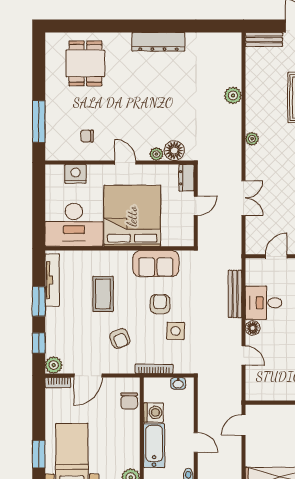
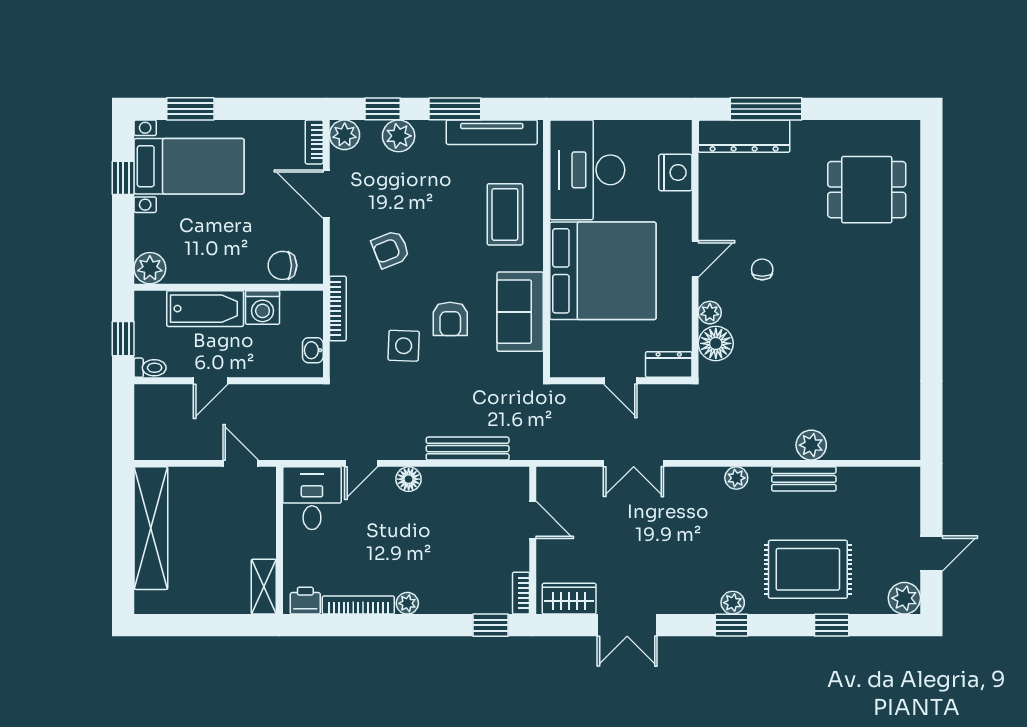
bench: (264, 39) -> (804, 479), moved, turned 90
dresser: (158, 42) -> (744, 136), moved, turned -90
chair: (87, 136) -> (762, 269), moved
coffee table: (103, 294) -> (505, 214), moved, turned 90
desk: (264, 303) -> (312, 498), moved
armchair: (160, 304) -> (450, 319), turned 90
plant: (54, 334) -> (399, 136), added

